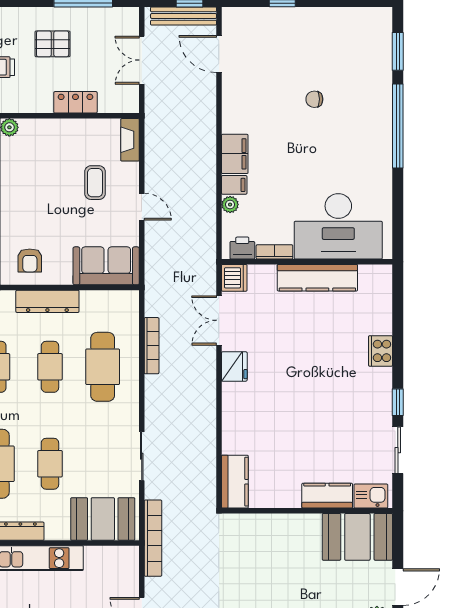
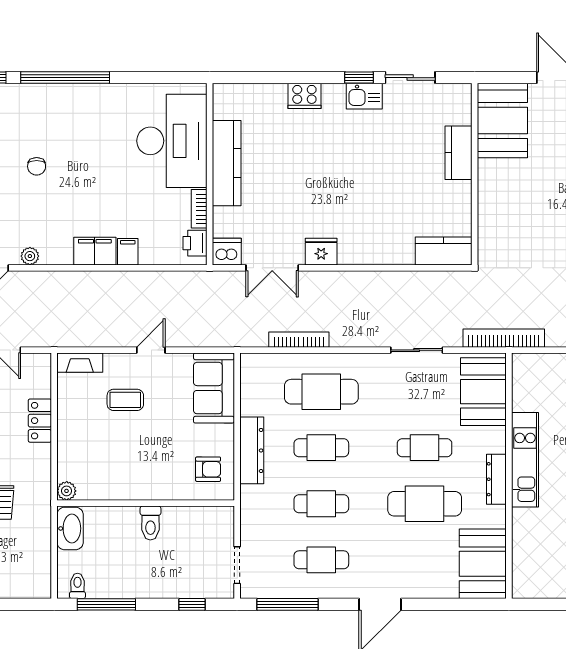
plant: (230, 205) -> (30, 256), moved
kitchen sink: (371, 496) -> (364, 96), moved, turned -90

